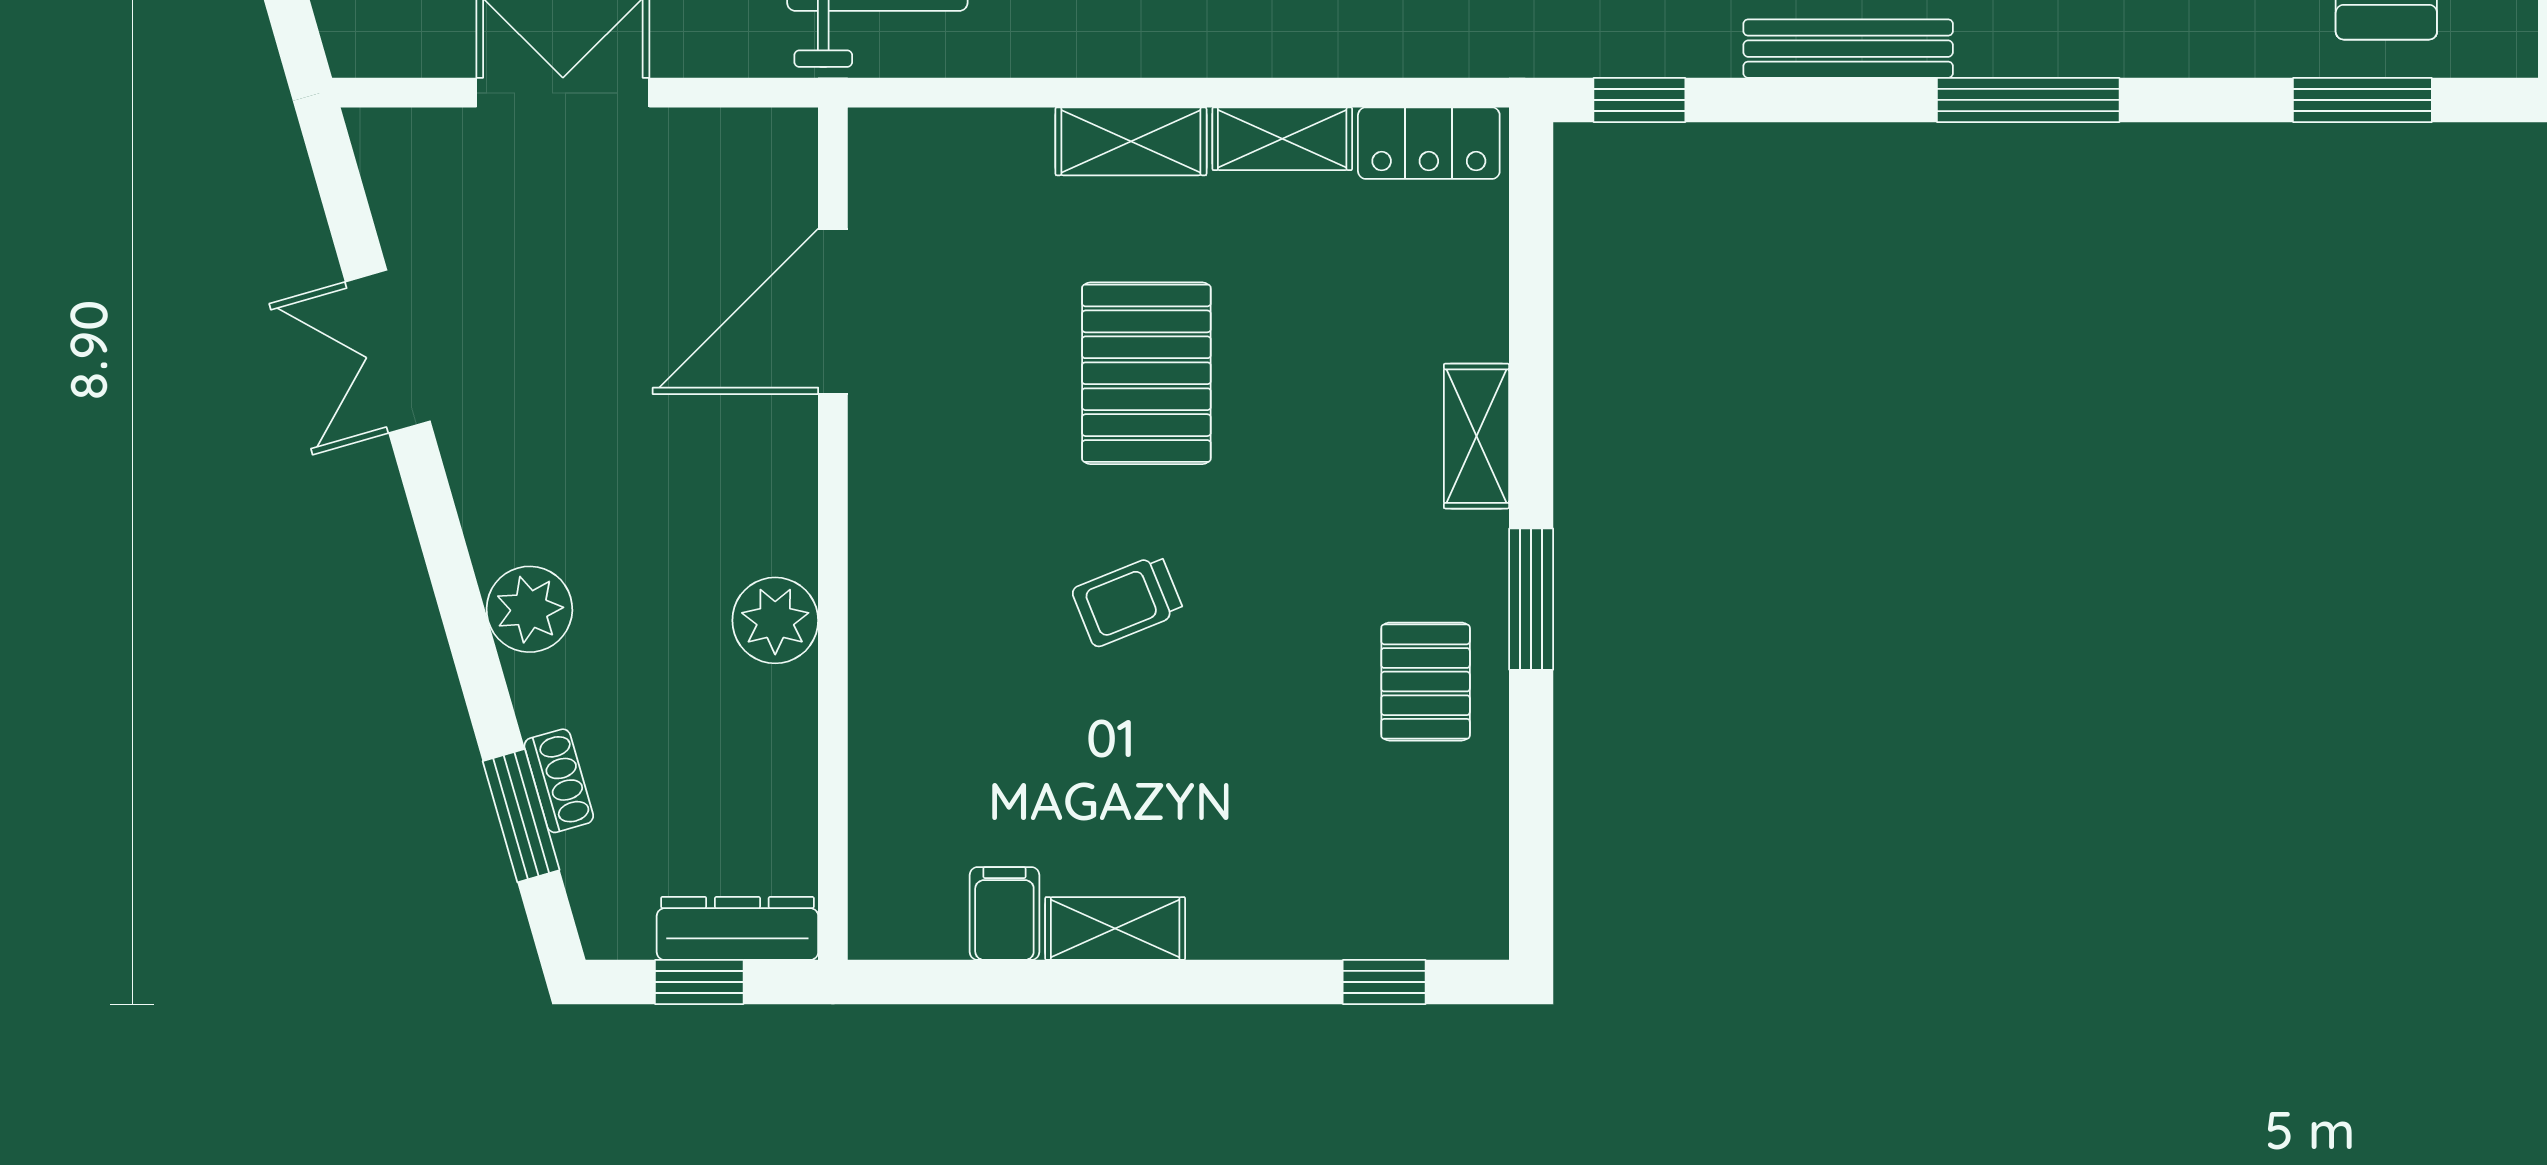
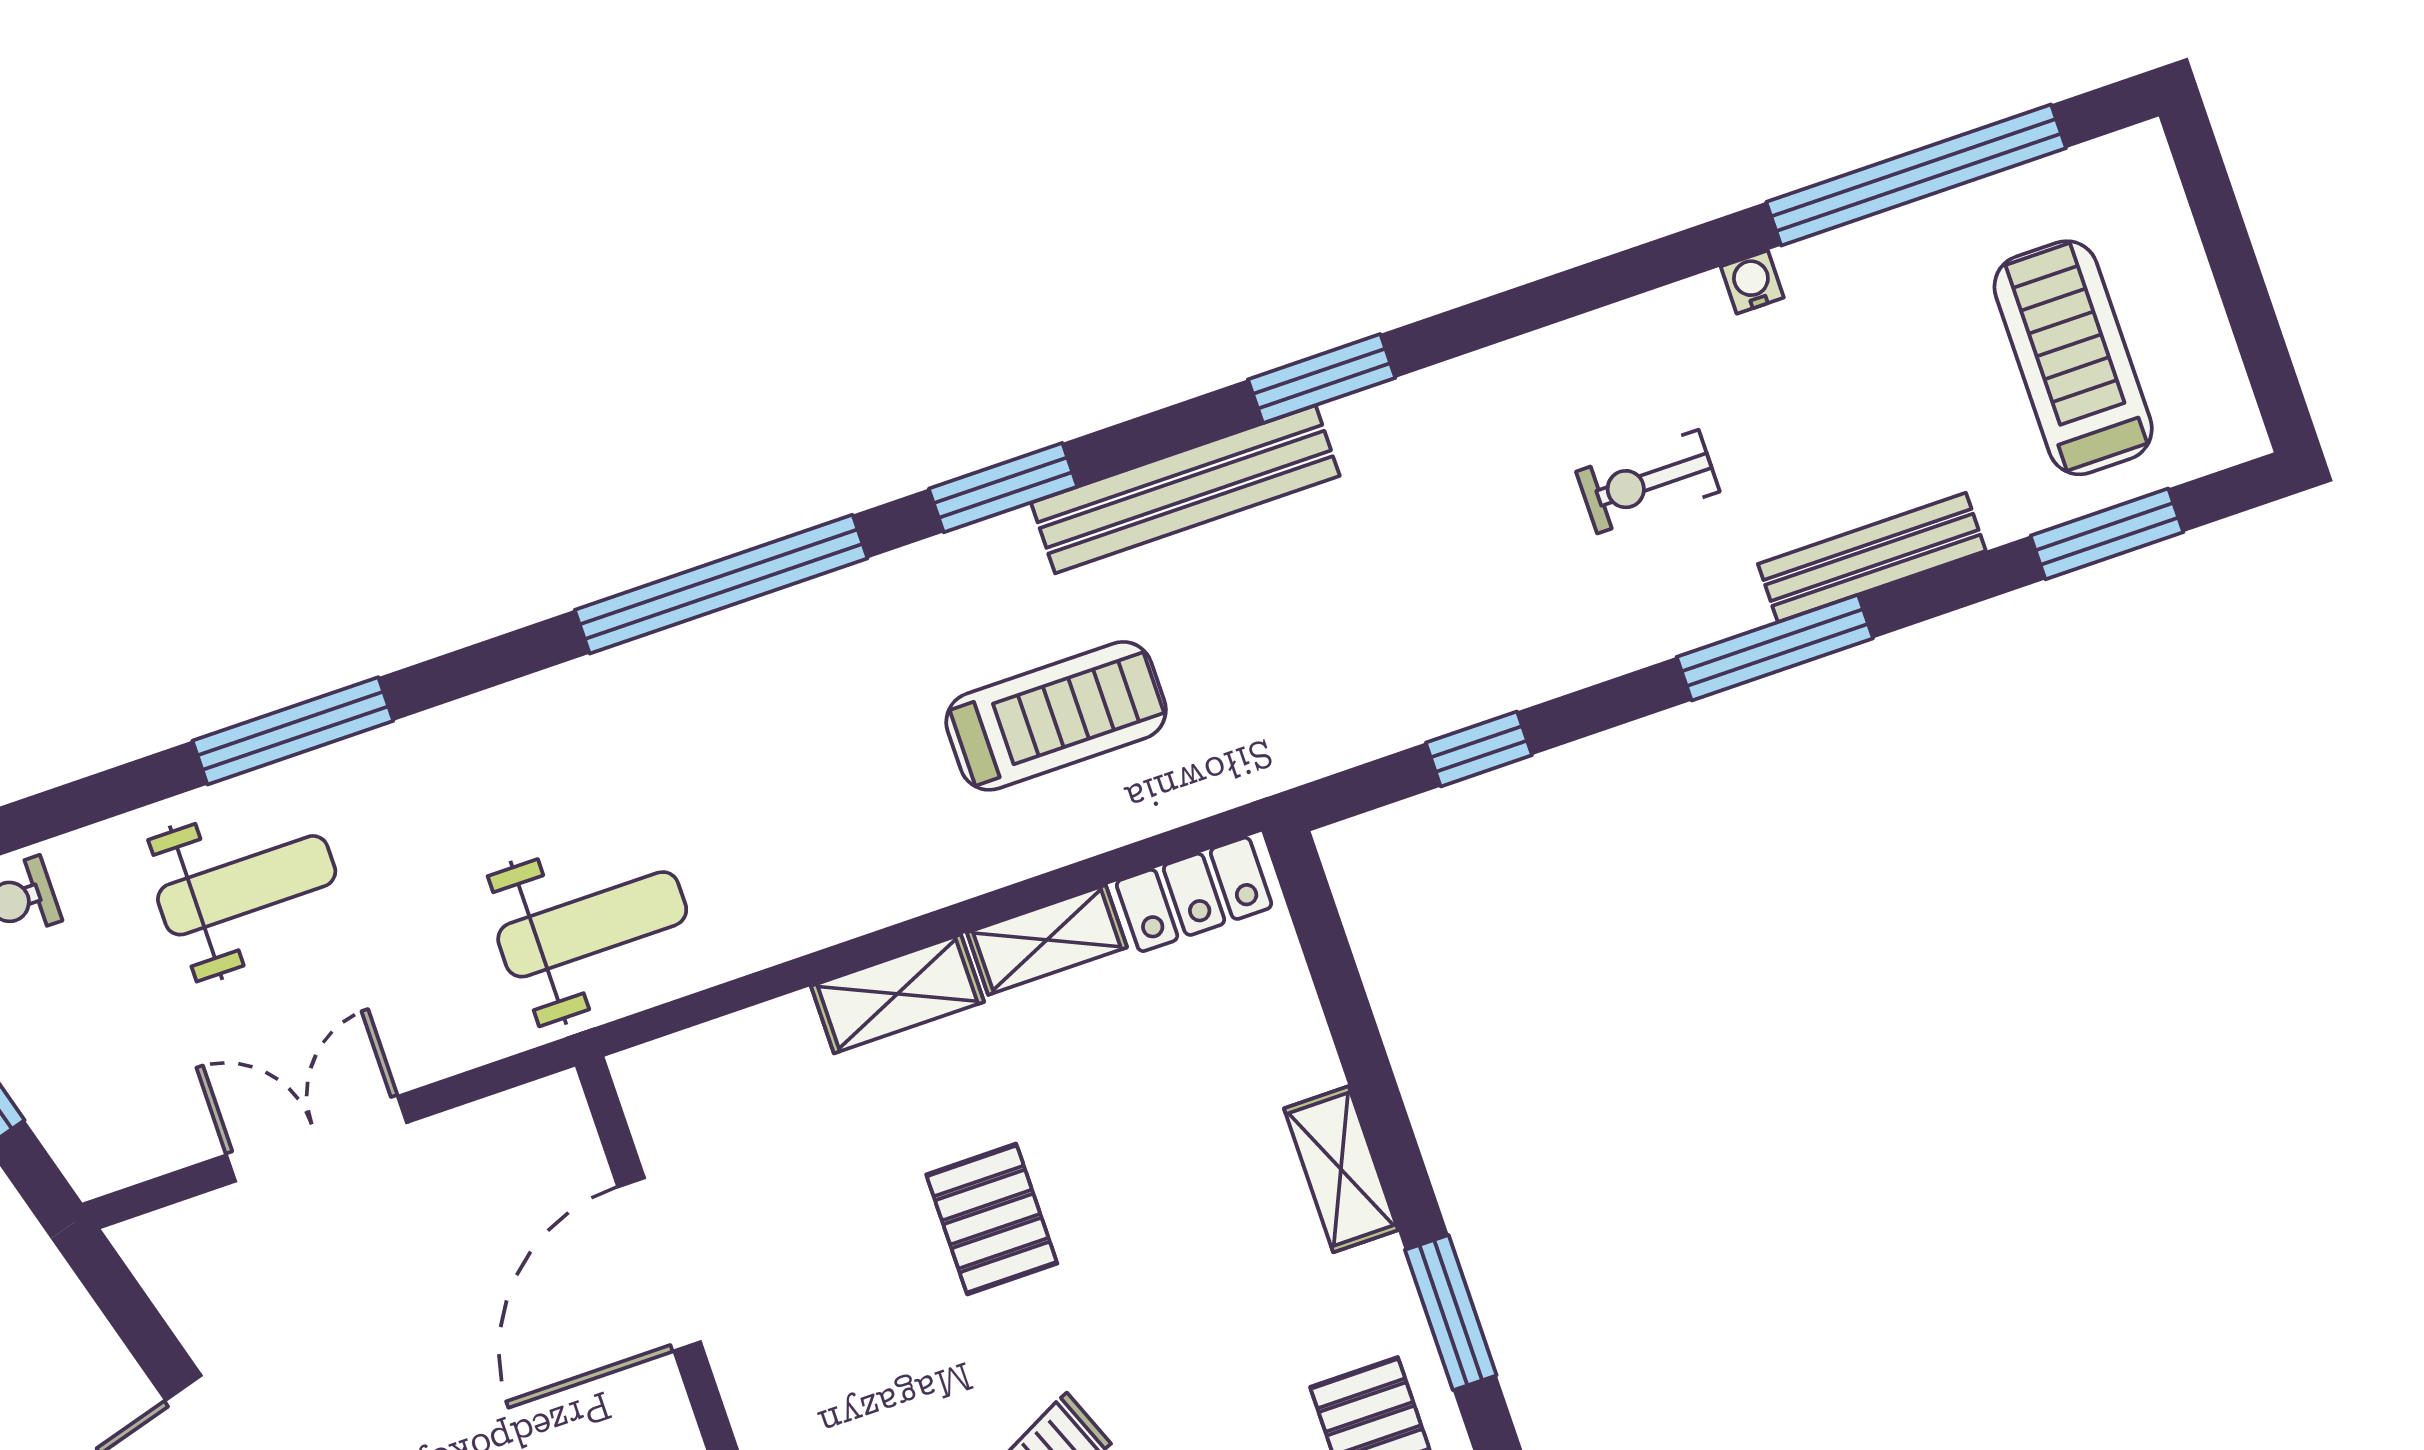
bench: (1848, 49) -> (1872, 557), moved
window: (1639, 100) -> (1479, 749), moved
pallet: (1146, 373) -> (992, 1219), width x0.67, depth x0.71

